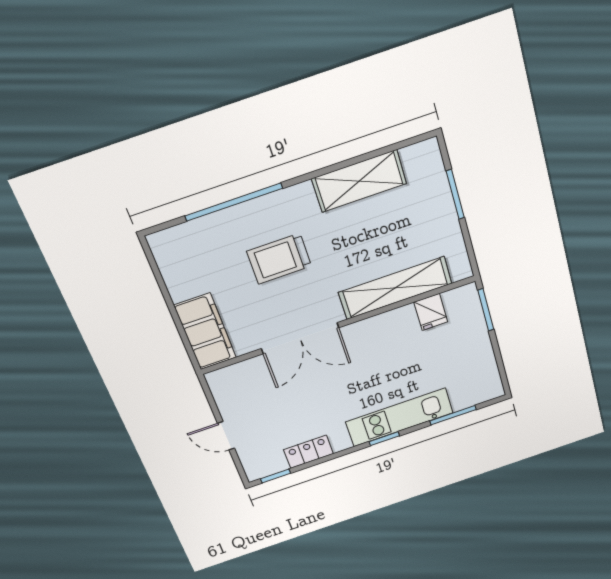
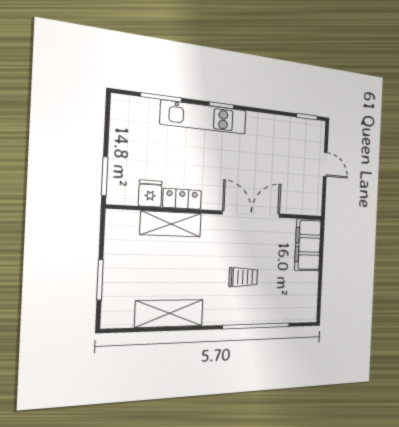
trolley: (279, 259) -> (243, 277), width x0.73, depth x0.72
shelving: (395, 288) -> (171, 224), width x0.68
locker: (308, 452) -> (182, 199), moved, turned 180

